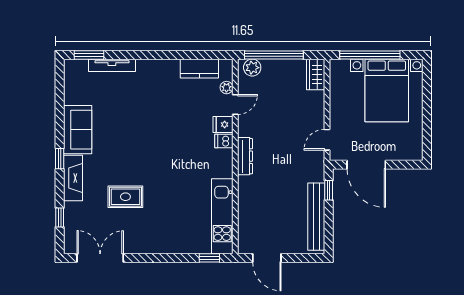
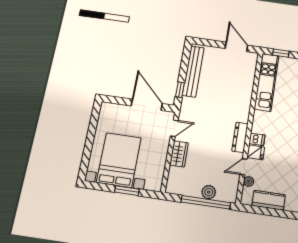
window: (370, 55) -> (127, 191), width x0.47
plant: (252, 68) -> (209, 192), moved
wardrobe: (316, 74) -> (179, 154), moved
dresser: (245, 156) -> (240, 137), moved

